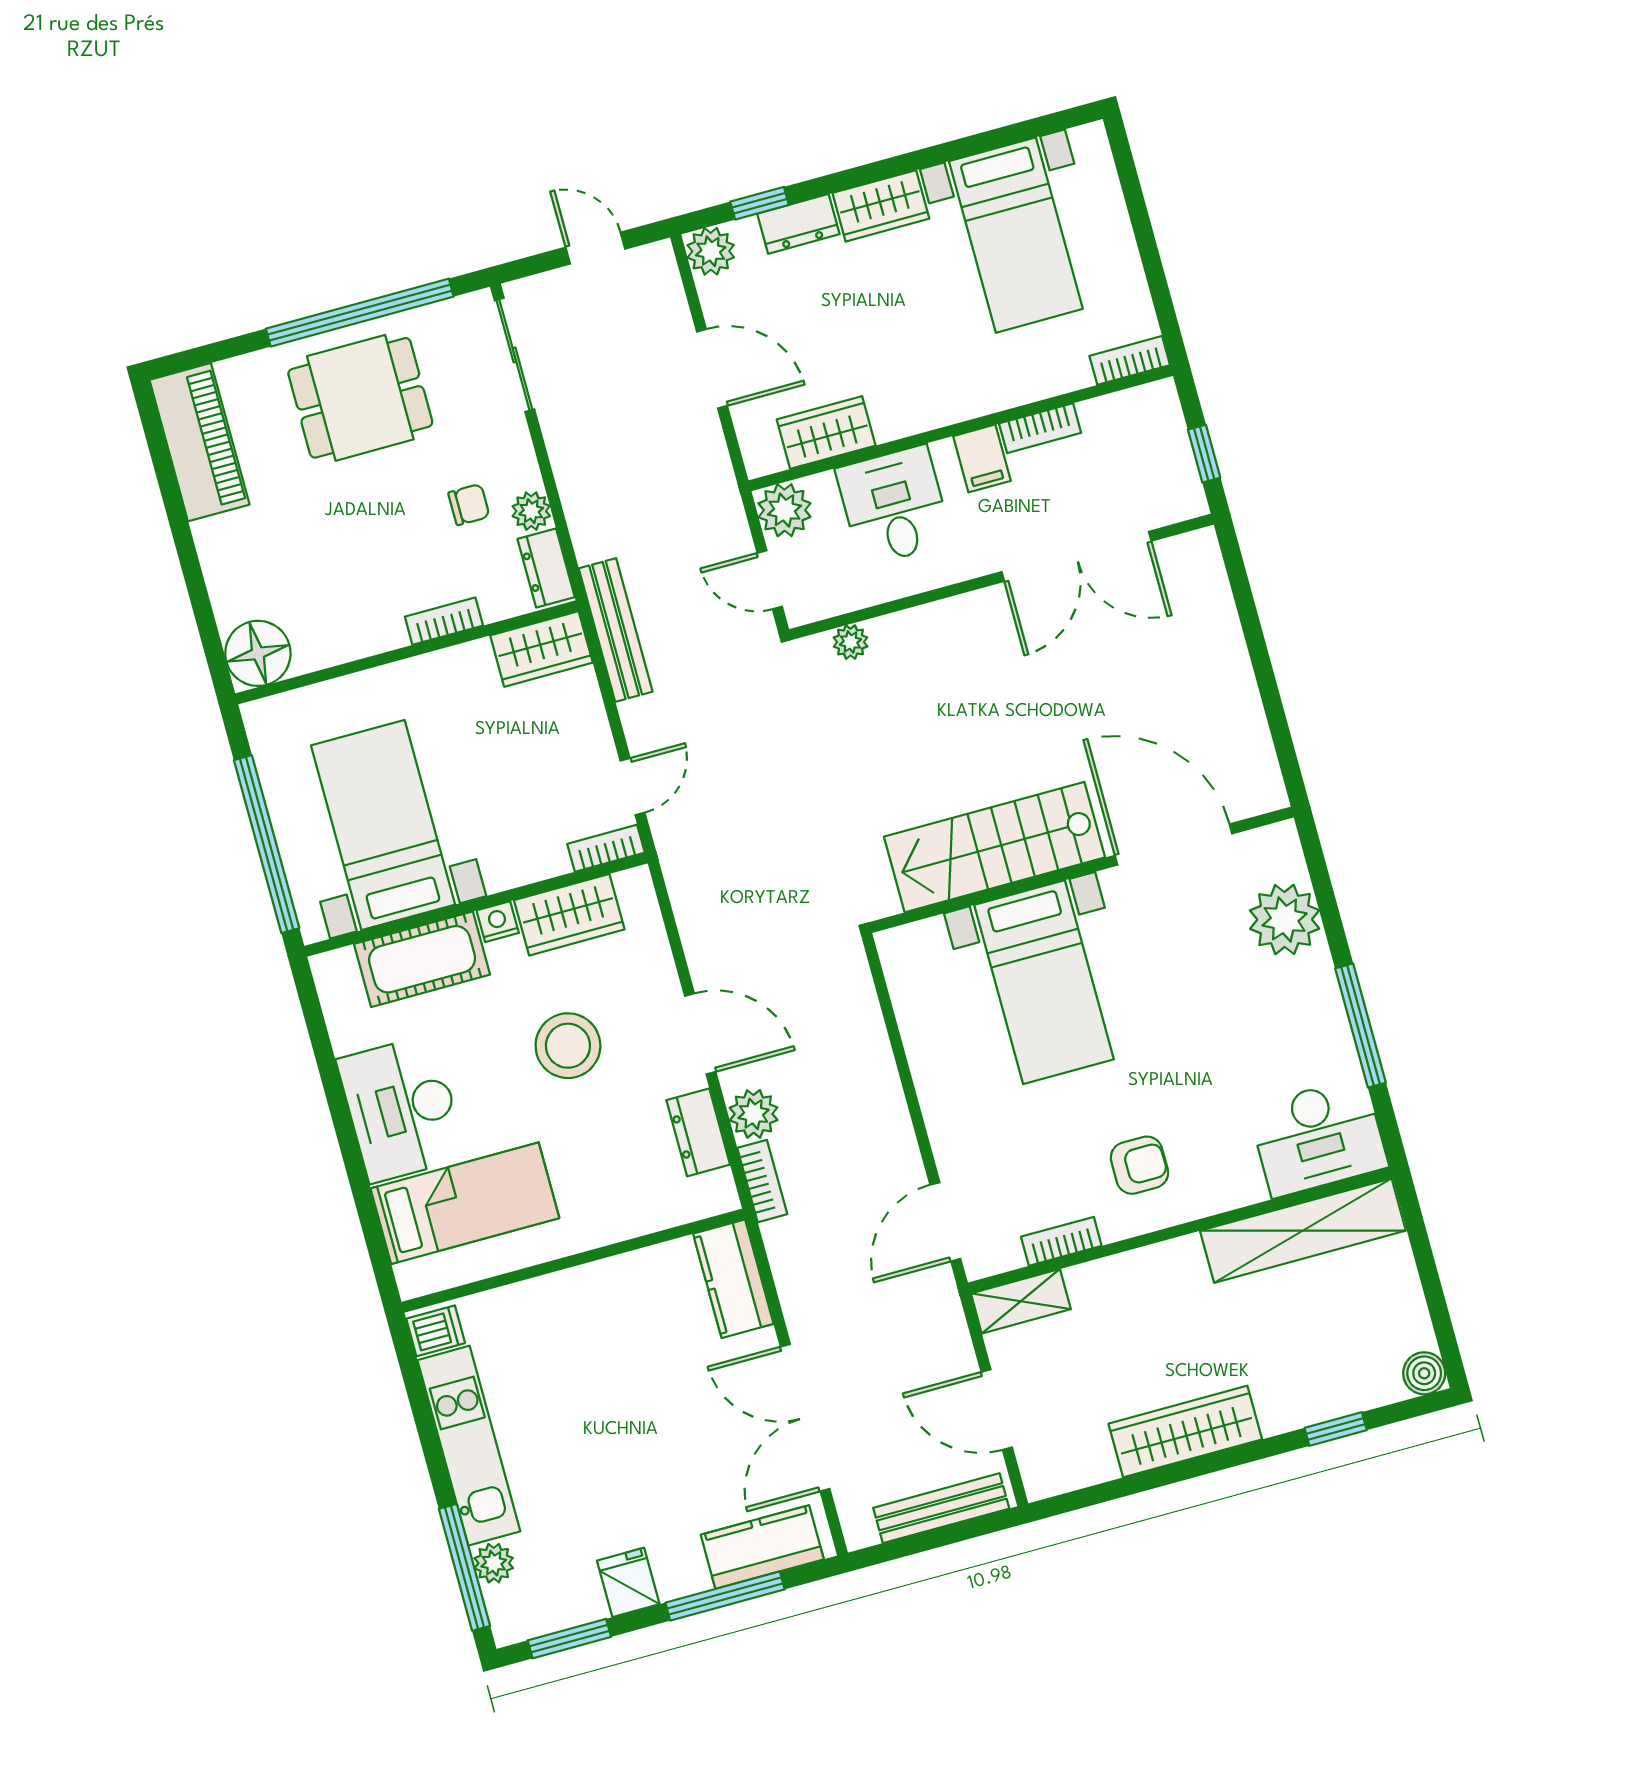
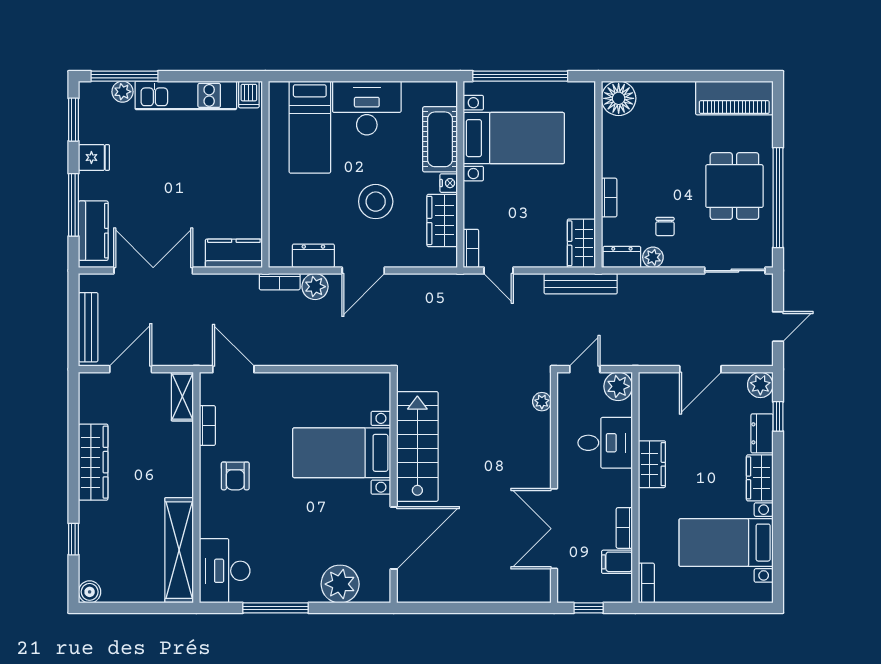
wardrobe: (826, 432) -> (652, 464), moved
filing cabinet: (982, 458) -> (617, 562), moved

